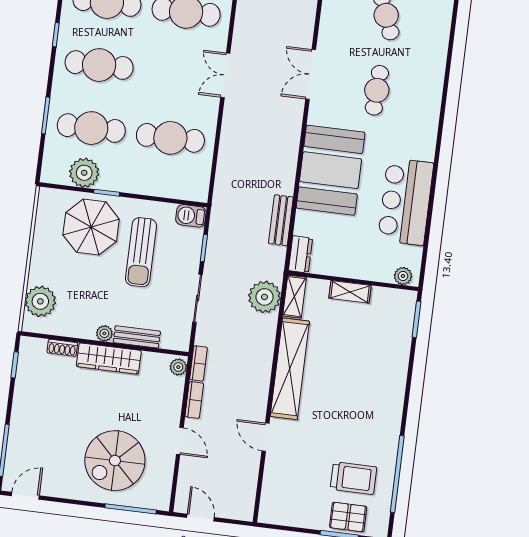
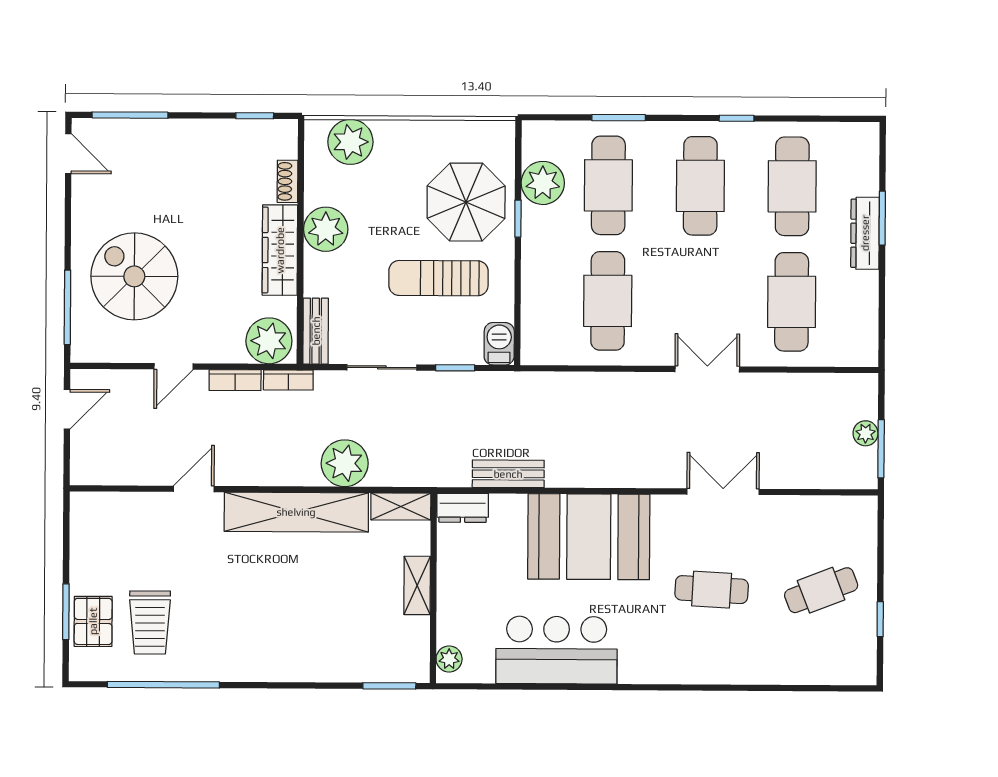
plant: (265, 297) -> (345, 463), moved
plant: (104, 333) -> (326, 229), width x1.87, depth x1.87
bench: (137, 337) -> (316, 331), moved
plant: (178, 367) -> (269, 341), width x1.87, depth x1.87

